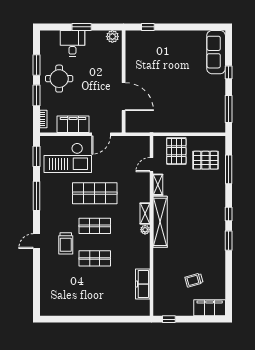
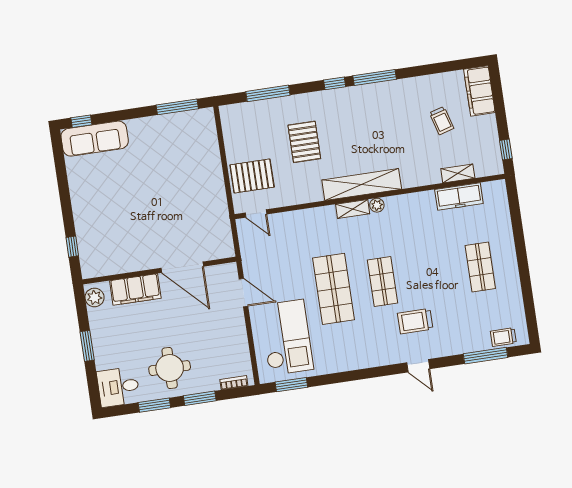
desk: (72, 43) -> (118, 387), moved
window: (229, 72) -> (81, 121), moved
door: (124, 97) -> (182, 267), swing flipped
filing cabinet: (73, 124) -> (135, 289), moved, turned -90
pallet: (206, 160) -> (304, 142), moved
door: (151, 165) -> (256, 214), moved
shelving: (158, 185) -> (458, 174), moved
window: (36, 196) -> (485, 356), moved
window: (229, 241) -> (375, 77), width x1.44
trolley: (66, 243) -> (415, 321), turned 180
shop shelf: (95, 258) -> (480, 267), moved
trolley: (47, 299) -> (503, 337), added

